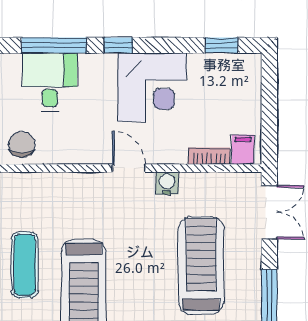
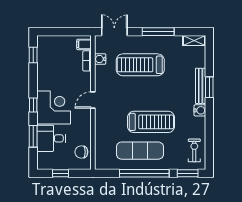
window: (54, 45) -> (33, 136), width x0.69
corner desk: (152, 87) -> (54, 107), moved
water cooler: (167, 183) -> (100, 59), moved
exercise mat: (25, 265) -> (140, 151), width x1.36, depth x1.45

